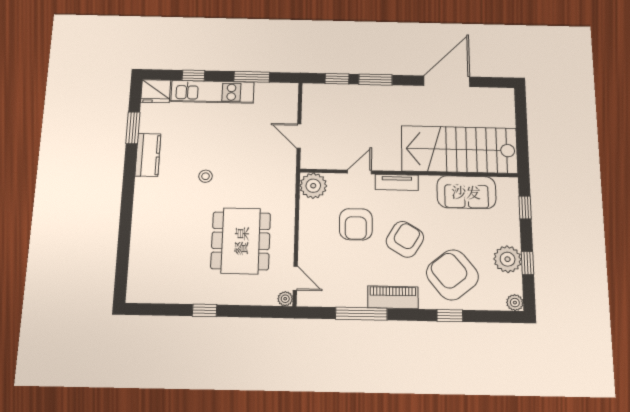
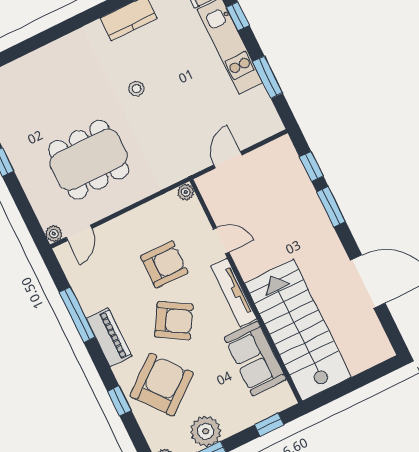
tv unit: (397, 182) -> (234, 293), width x1.41
plant: (313, 186) -> (186, 192), width x0.53, depth x0.53
armchair: (356, 224) -> (164, 264), turned 180

